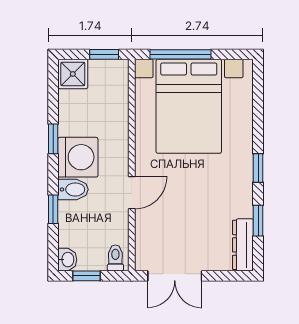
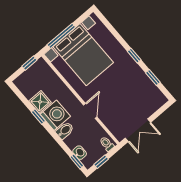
shower: (73, 74) -> (40, 102), moved
window: (53, 209) -> (77, 161), moved
dresser: (243, 245) -> (155, 93), removed
washbasin: (67, 260) -> (80, 153), moved

